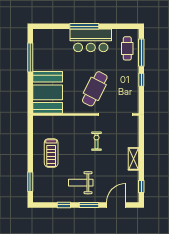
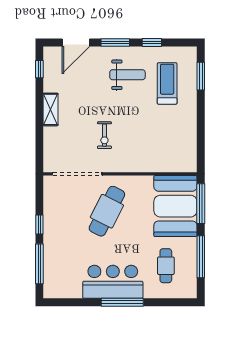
cafe table: (127, 48) -> (166, 266), moved
window: (30, 94) -> (201, 204), added
treadmill: (51, 153) -> (167, 83), moved

